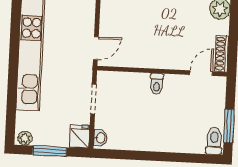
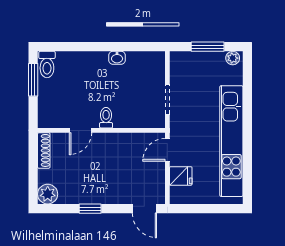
door: (201, 73) -> (80, 130), moved
fridge: (80, 136) -> (181, 176), moved, turned -90
washbasin: (100, 138) -> (117, 58), moved, turned -90

